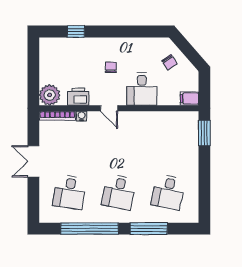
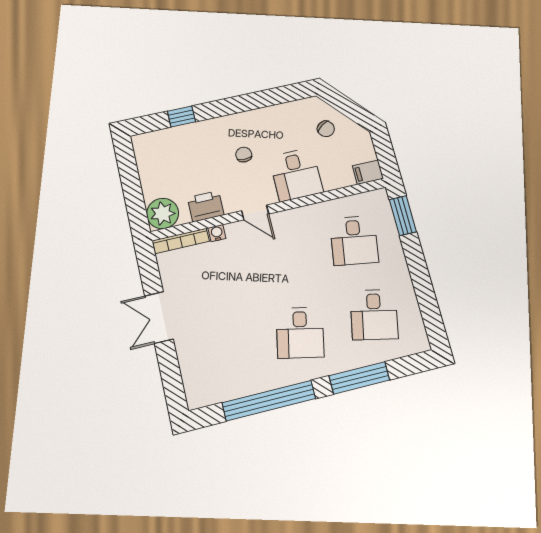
desk: (70, 192) -> (354, 240), moved

